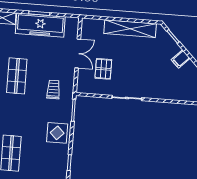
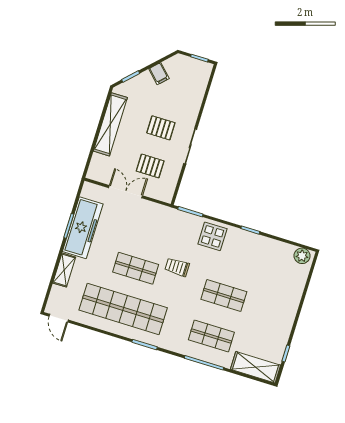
pallet: (137, 71) -> (161, 128), added
trolley: (53, 89) -> (177, 267), moved

